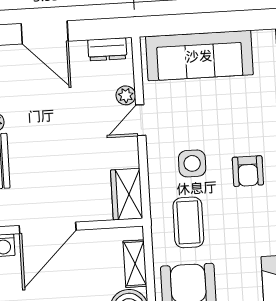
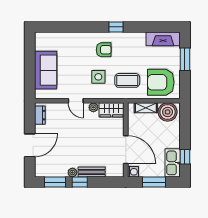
sofa: (199, 56) -> (46, 70), width x0.73
plant: (126, 95) -> (93, 107), moved

